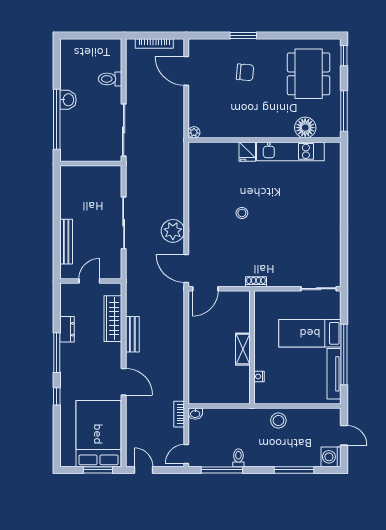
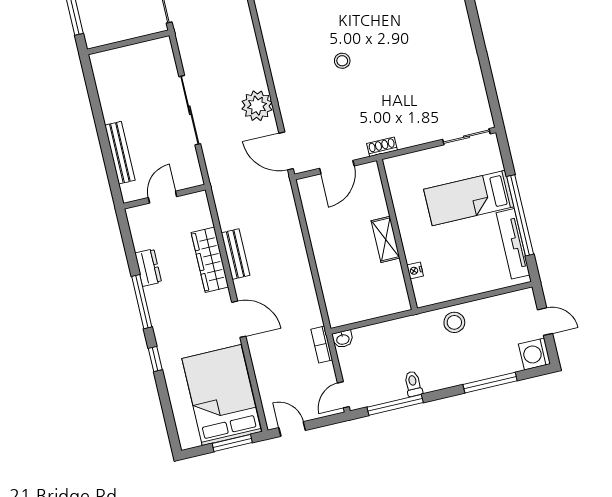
door: (205, 289) -> (337, 167), moved
wardrobe: (113, 319) -> (210, 260), moved

